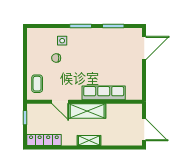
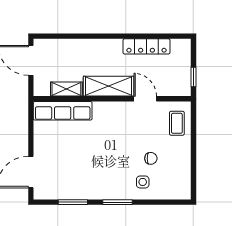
row of seats: (104, 93) -> (63, 111), moved
locker: (44, 140) -> (147, 46), moved
shelving: (89, 141) -> (66, 89), moved

